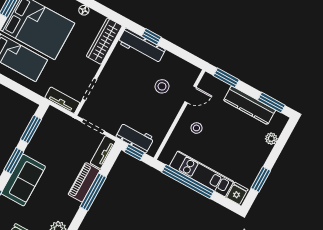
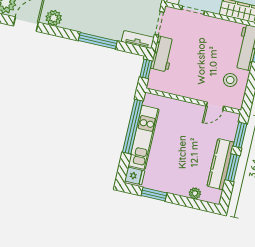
stool: (162, 86) -> (230, 80), moved
door: (191, 94) -> (215, 106), hinge flipped
window: (271, 103) -> (232, 168), moved
stool: (196, 128) -> (185, 121), removed
workbench: (135, 137) -> (163, 54), moved
piano: (84, 182) -> (105, 30), removed

